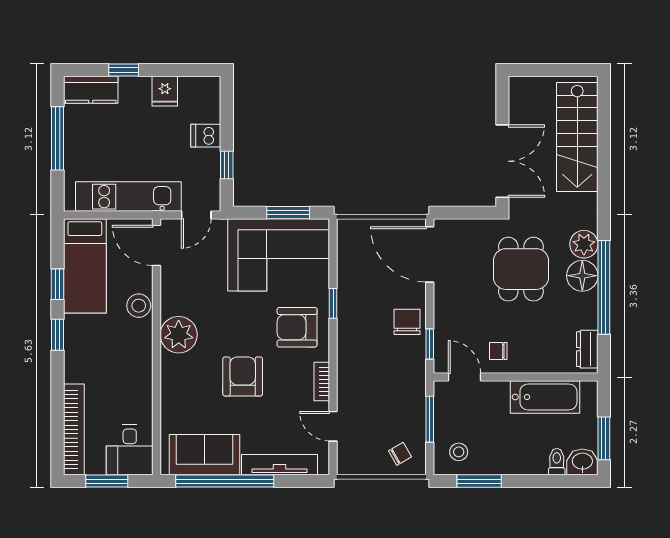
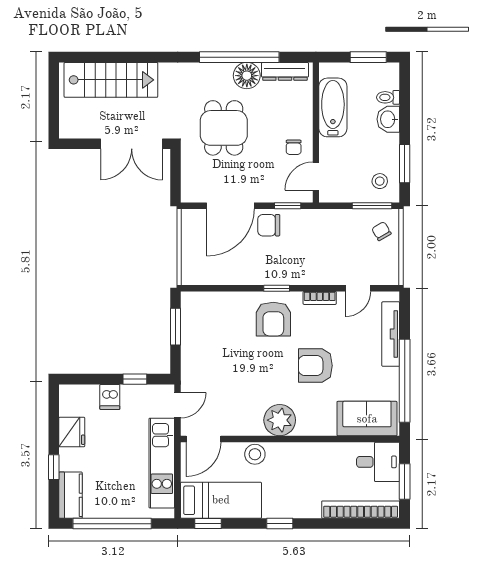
fridge: (165, 91) -> (72, 432), width x1.38
window: (57, 138) -> (112, 524), width x1.46
double door: (502, 161) -> (132, 144), swing flipped
door: (196, 215) -> (178, 405), hinge flipped
plant: (584, 244) -> (202, 74), removed
door: (430, 254) -> (230, 206), moved
corner sofa: (279, 255) -> (212, 335), removed
dining table: (521, 269) -> (224, 128), turned 90
floor lamp: (582, 276) -> (247, 76), moved
window: (57, 284) -> (208, 524), moved
window: (333, 303) -> (277, 288), moved
dresser: (587, 349) -> (285, 71), width x1.44
window: (430, 419) -> (372, 206), moved
sofa: (205, 455) -> (367, 419), moved, turned 90
washbasin: (582, 462) -> (388, 119), moved

